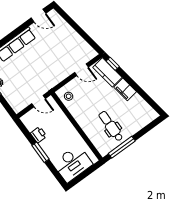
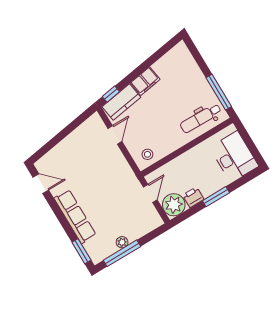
door: (38, 16) -> (41, 184), hinge flipped
plant: (31, 120) -> (174, 205), added
dental chair: (111, 126) -> (201, 118), moved

